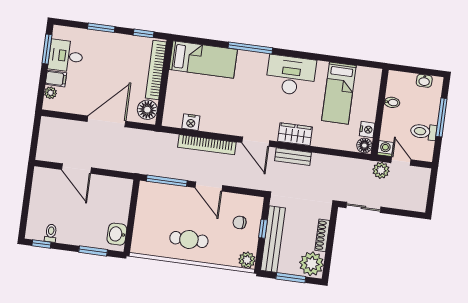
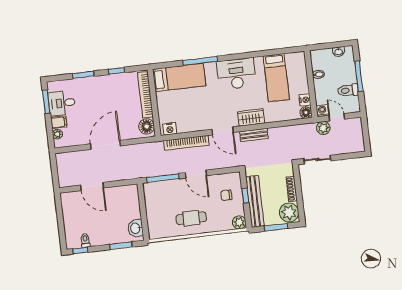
bed: (203, 59) -> (179, 77), moved
bookcase: (156, 70) -> (145, 95), moved
wall: (164, 83) -> (154, 103), moved
floor lamp: (147, 110) -> (147, 126), moved

